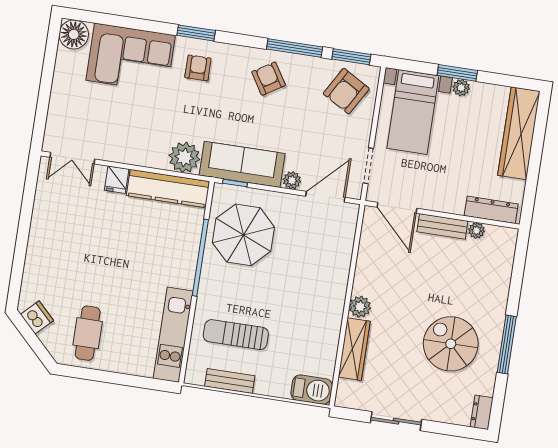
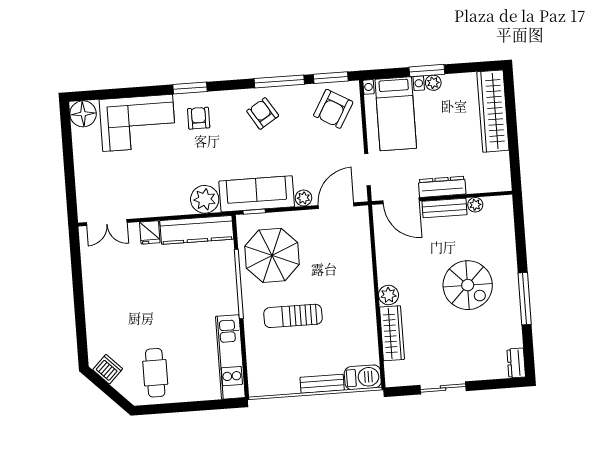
dresser: (491, 210) -> (442, 187), moved
sun lounger: (236, 335) -> (293, 316), moved
spiral stairs: (451, 344) -> (468, 285), moved, turned 180
bench: (230, 381) -> (322, 384), moved

